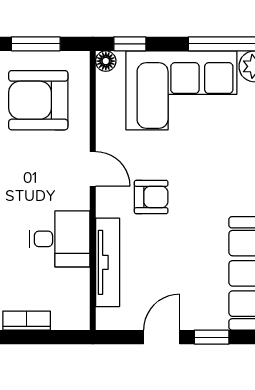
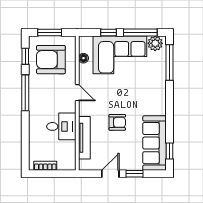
window: (130, 44) -> (108, 32), moved
floor lamp: (106, 61) -> (83, 58), moved
armchair: (151, 197) -> (117, 122), moved

